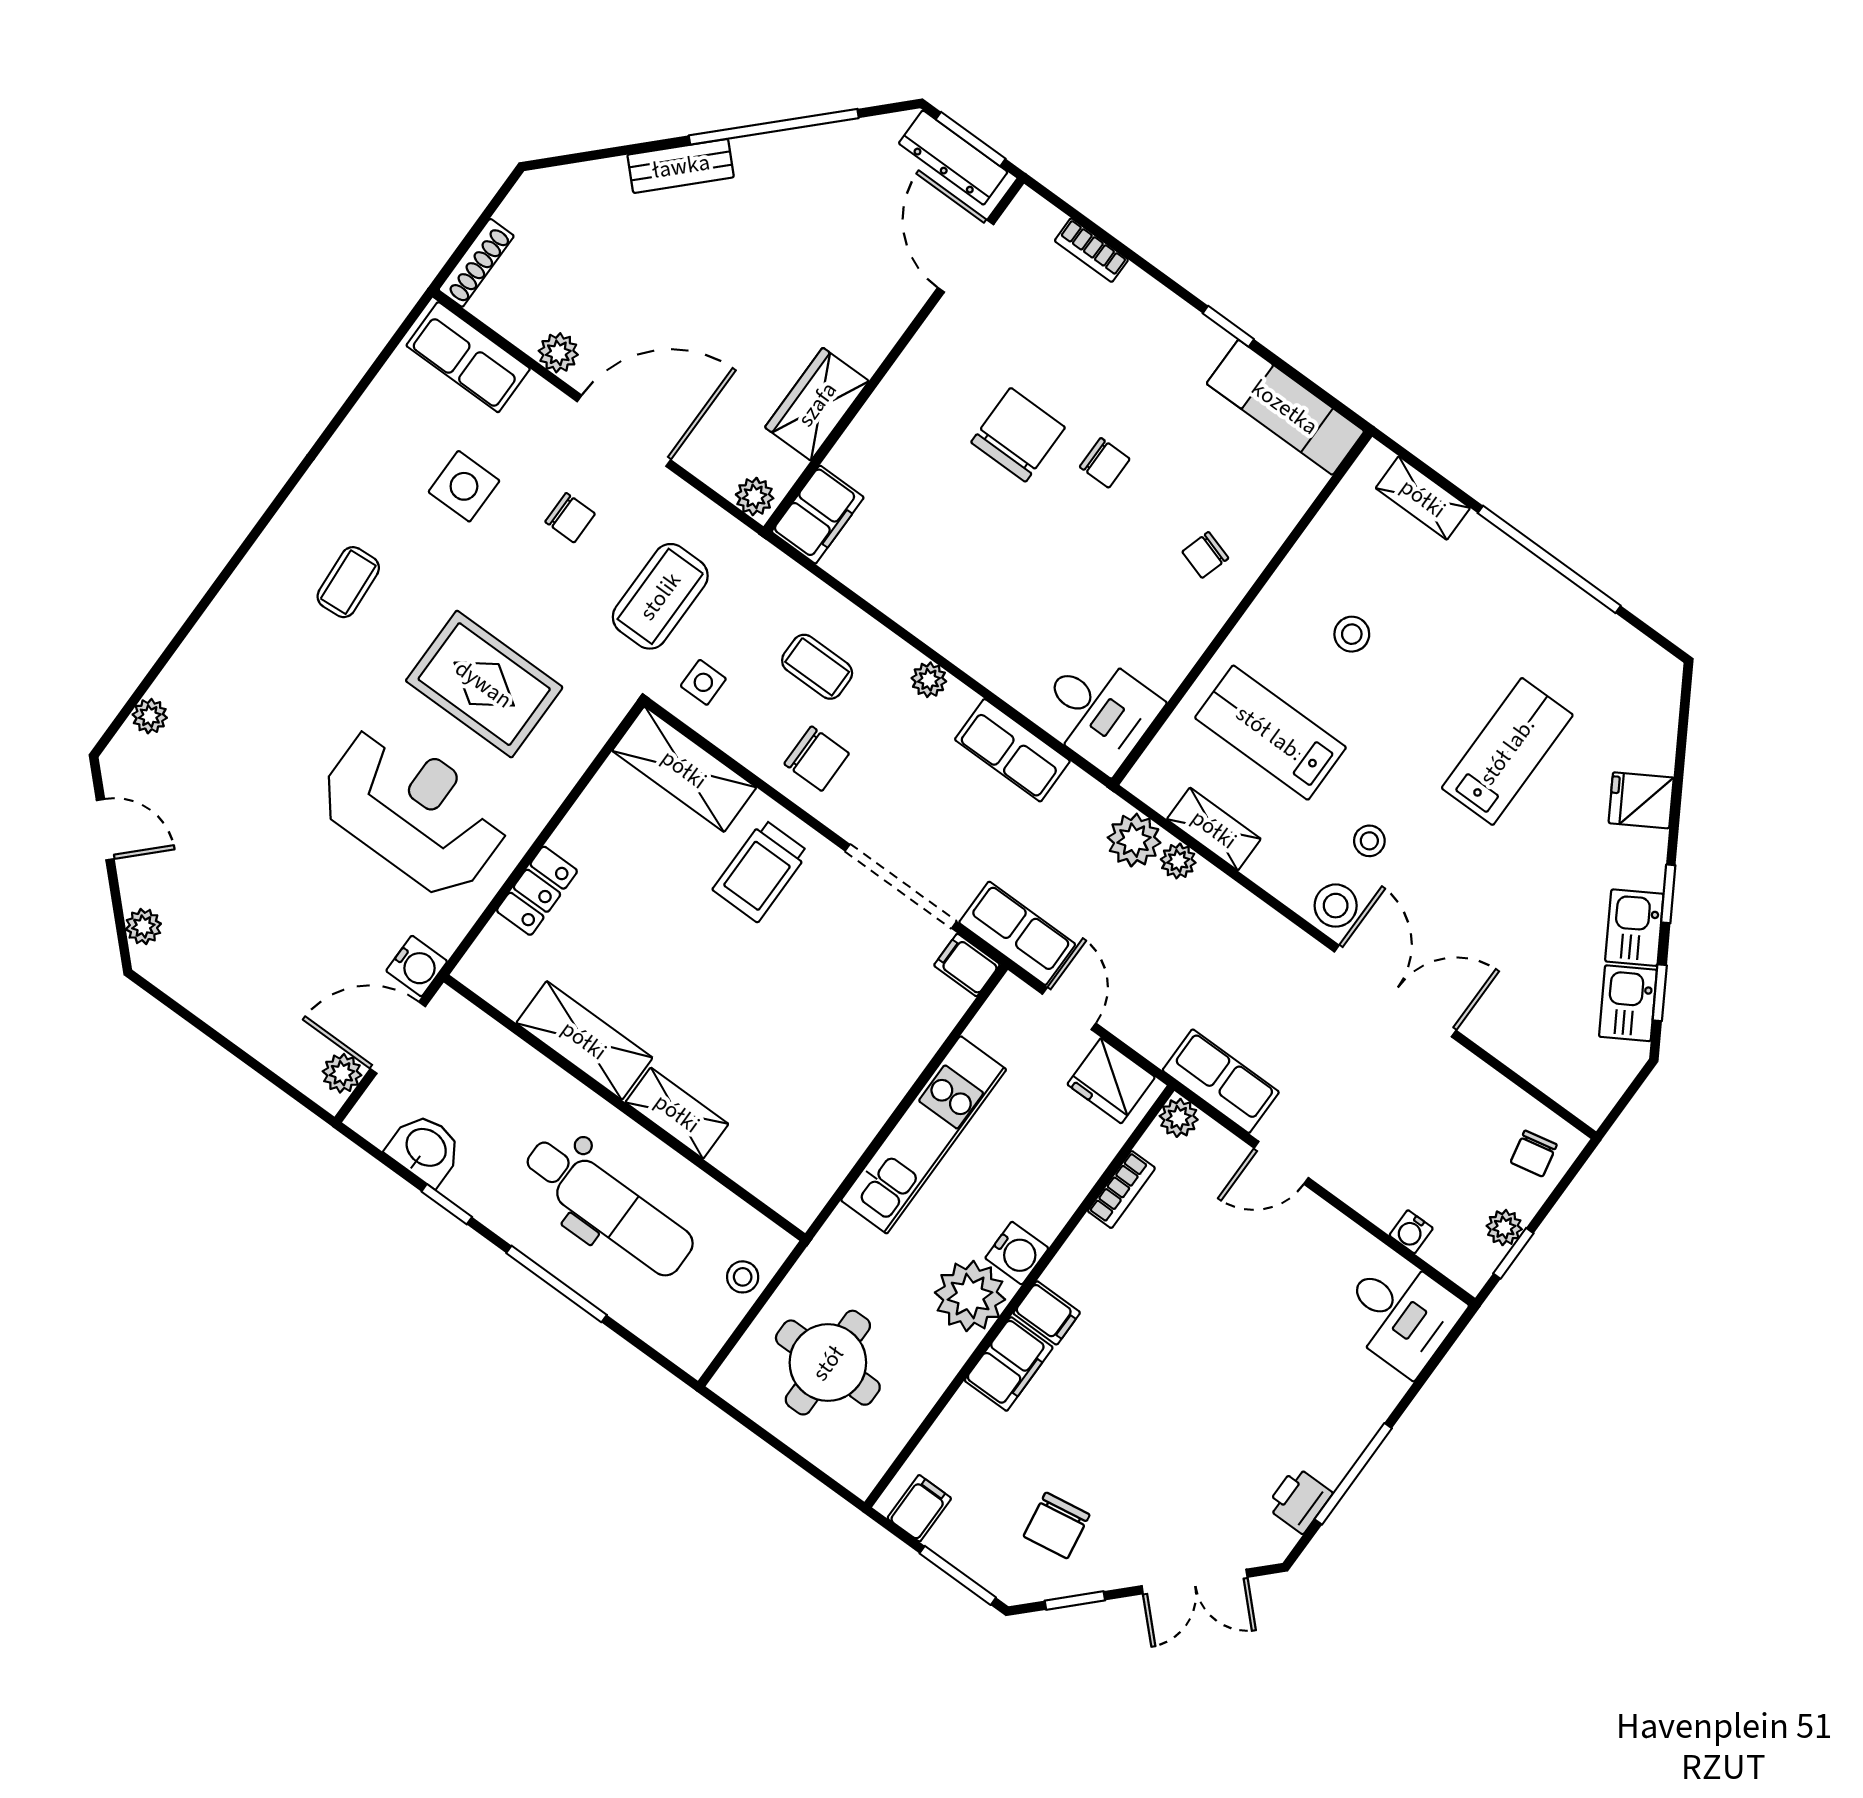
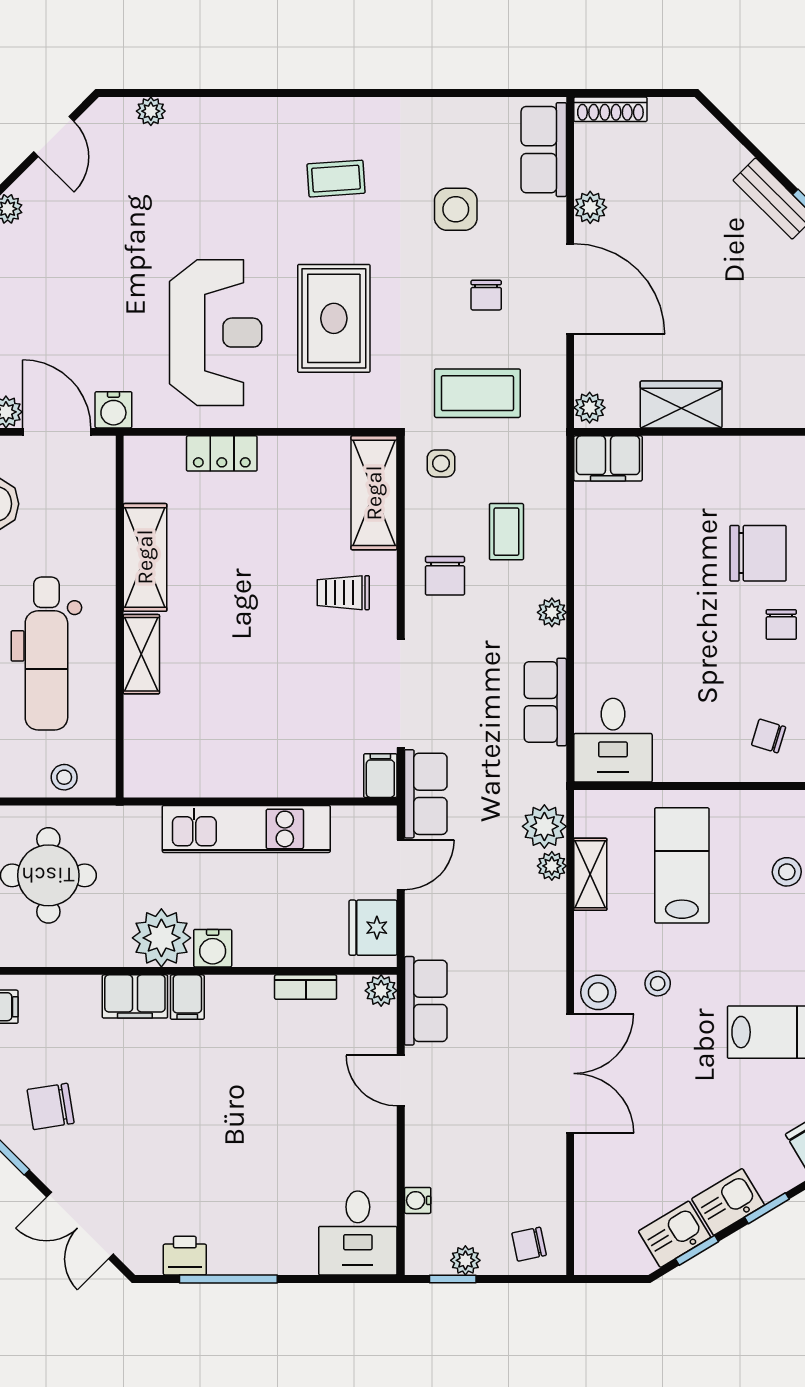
trolley: (761, 871) -> (343, 593), width x0.73, depth x0.72

